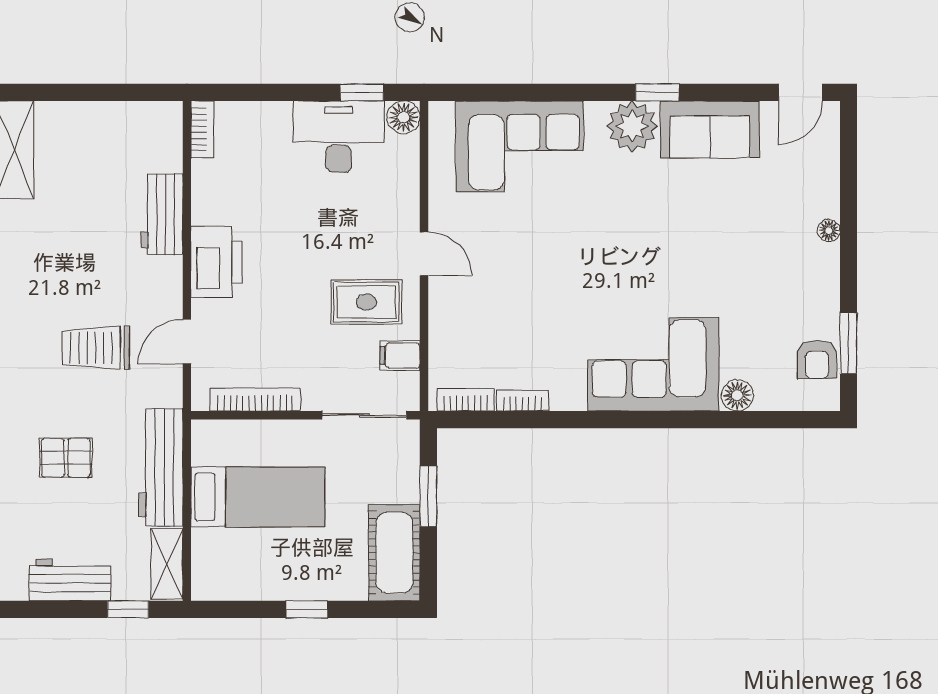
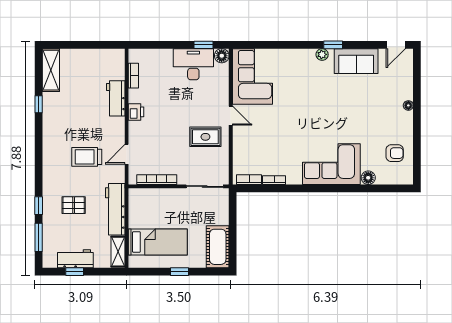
plant: (632, 126) -> (322, 54), width x0.53, depth x0.53
bookcase: (202, 129) -> (133, 76), moved
corner sofa: (520, 146) -> (252, 77), moved, turned -90
printer: (216, 262) -> (136, 112), width x0.53, depth x0.68
window: (849, 343) -> (417, 155), removed
filing cabinet: (400, 355) -> (220, 160), removed
armchair: (817, 359) -> (395, 153), moved, turned -90
window: (428, 496) -> (233, 222), removed
bed: (258, 497) -> (158, 242), moved
window: (128, 609) -> (75, 272), moved

